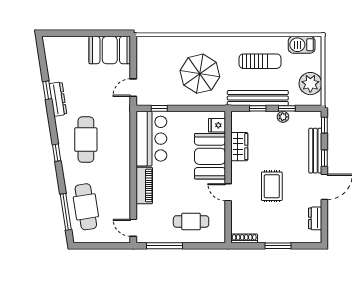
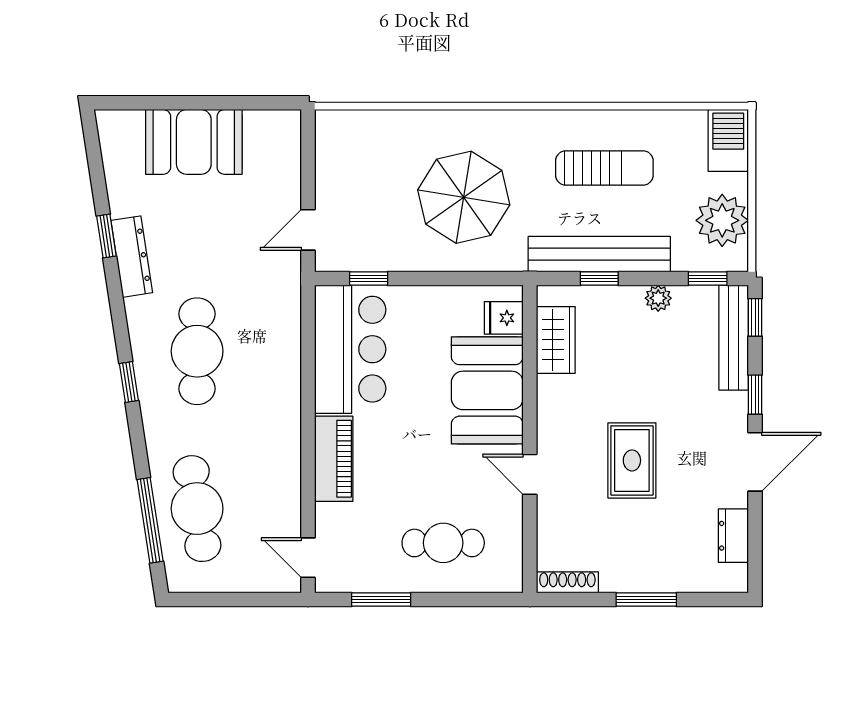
barbecue: (302, 45) -> (728, 140), moved, turned 90
booth: (110, 50) -> (194, 142), moved
window: (287, 108) -> (708, 278), moved
wardrobe: (239, 147) -> (556, 340), moved
bench: (315, 151) -> (734, 338), moved
window: (165, 246) -> (381, 600), width x0.69

